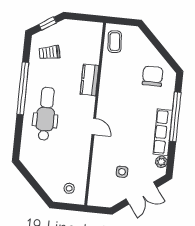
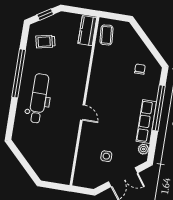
chair: (153, 76) -> (140, 69), width x0.54, depth x0.54
kitchen counter: (89, 80) -> (87, 31), moved
stool: (69, 188) -> (56, 169), removed

